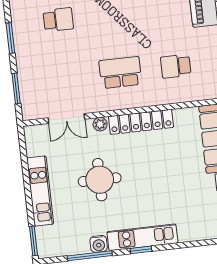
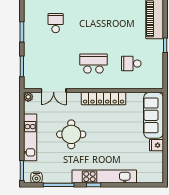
school desk: (58, 20) -> (56, 23), turned -90
plant: (100, 124) -> (28, 97), moved
kitchen unit: (142, 237) -> (104, 177), width x1.36
water cooler: (99, 244) -> (36, 178), moved

